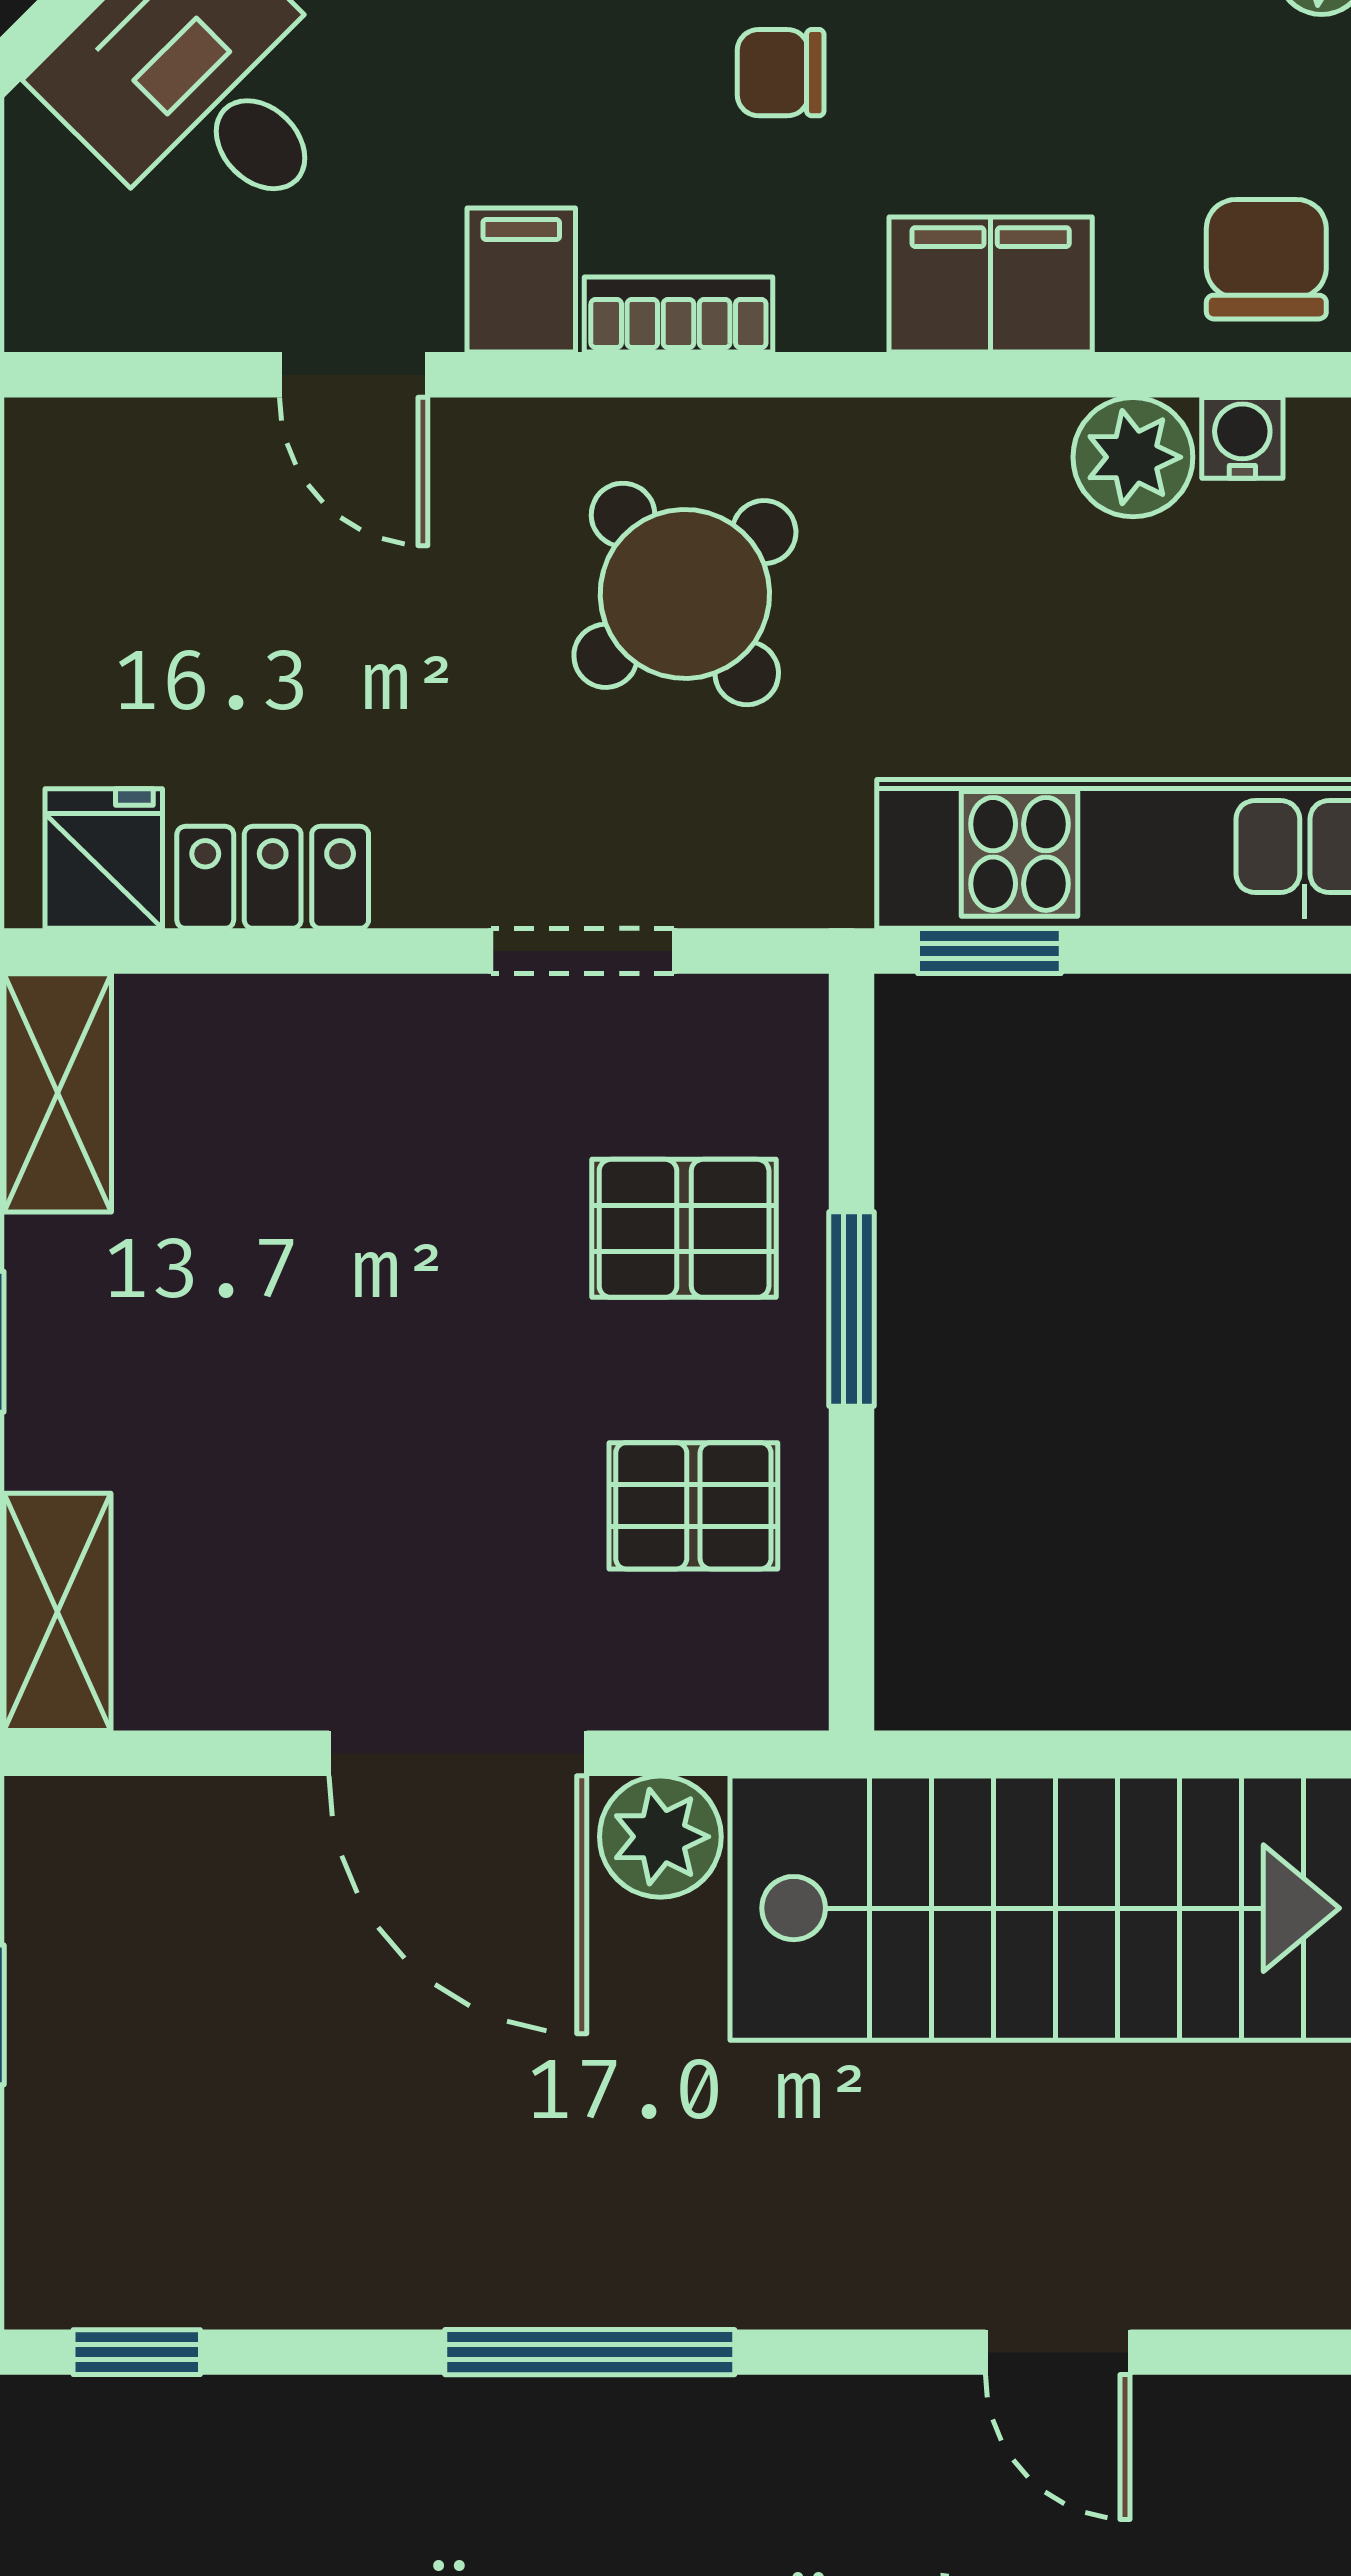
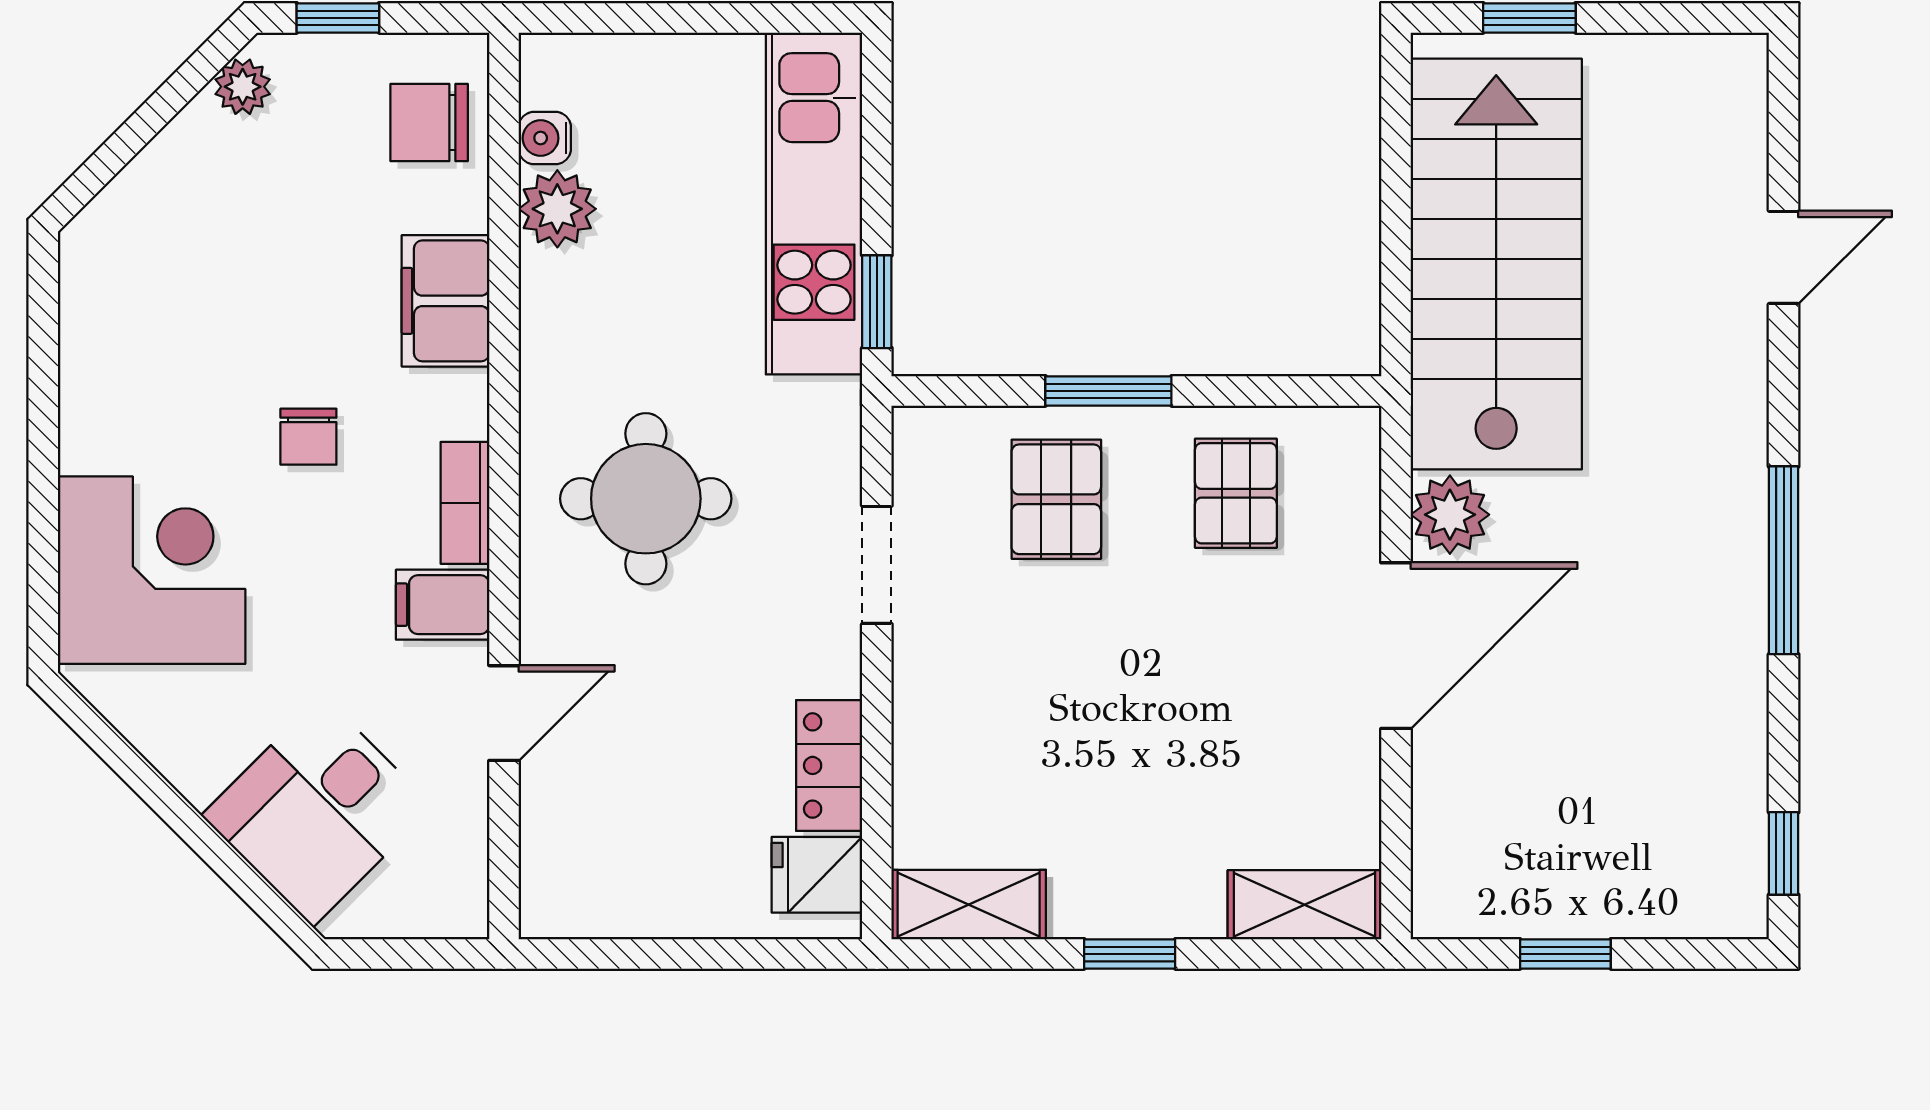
round table: (685, 594) -> (646, 499), turned 38

